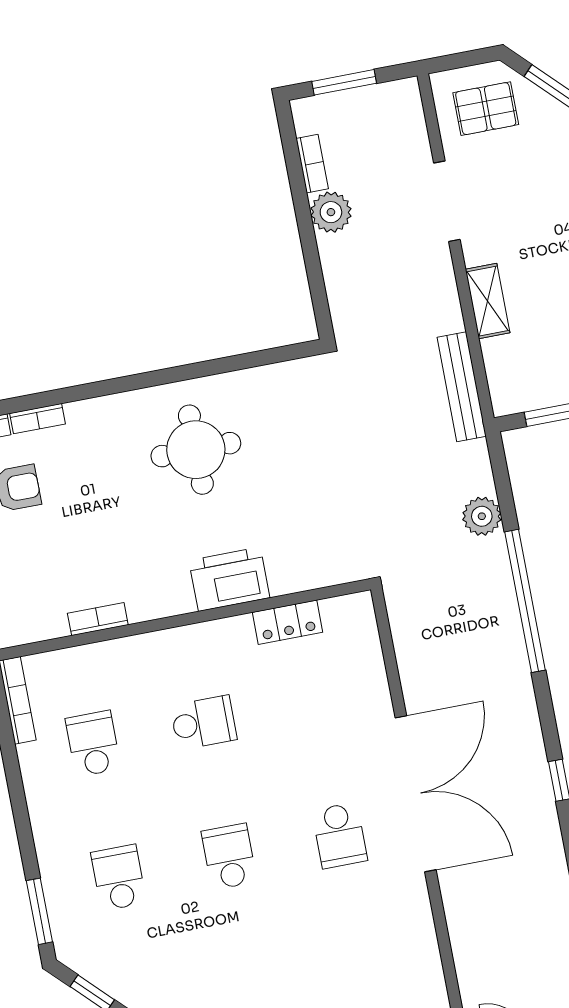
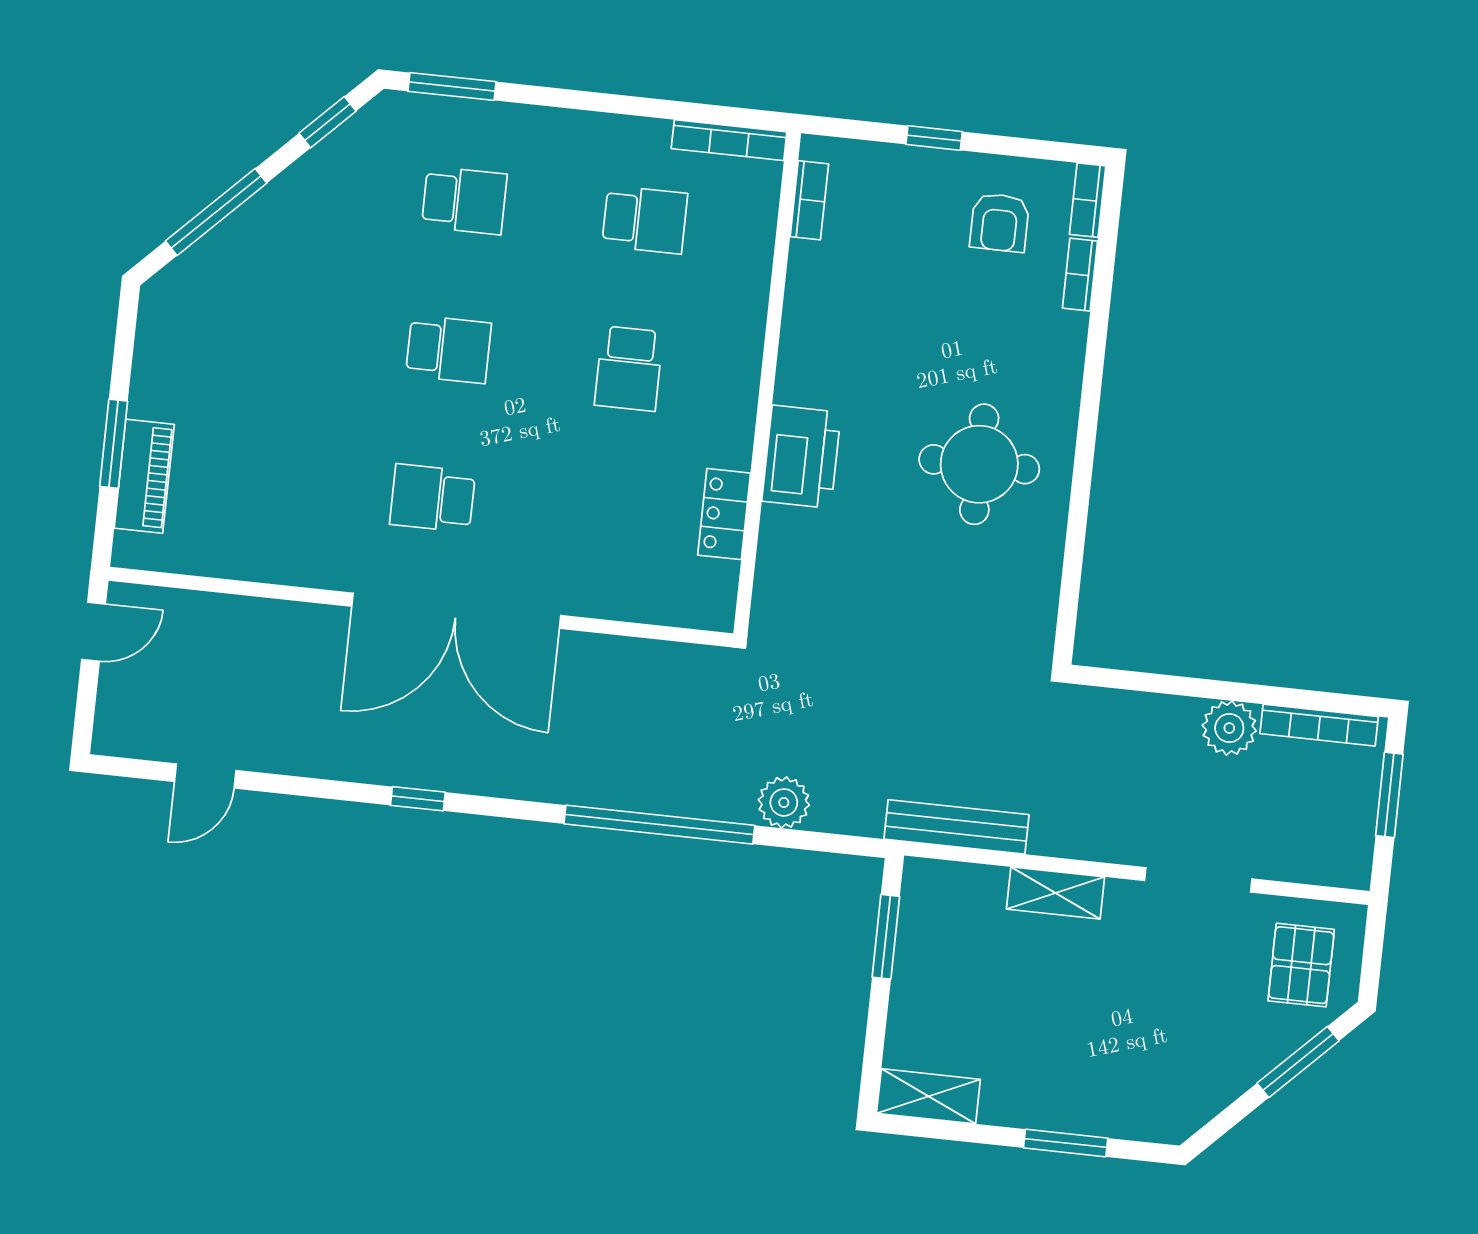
bookcase: (312, 164) -> (1319, 725), width x1.56
bookcase: (98, 619) -> (809, 200), moved

